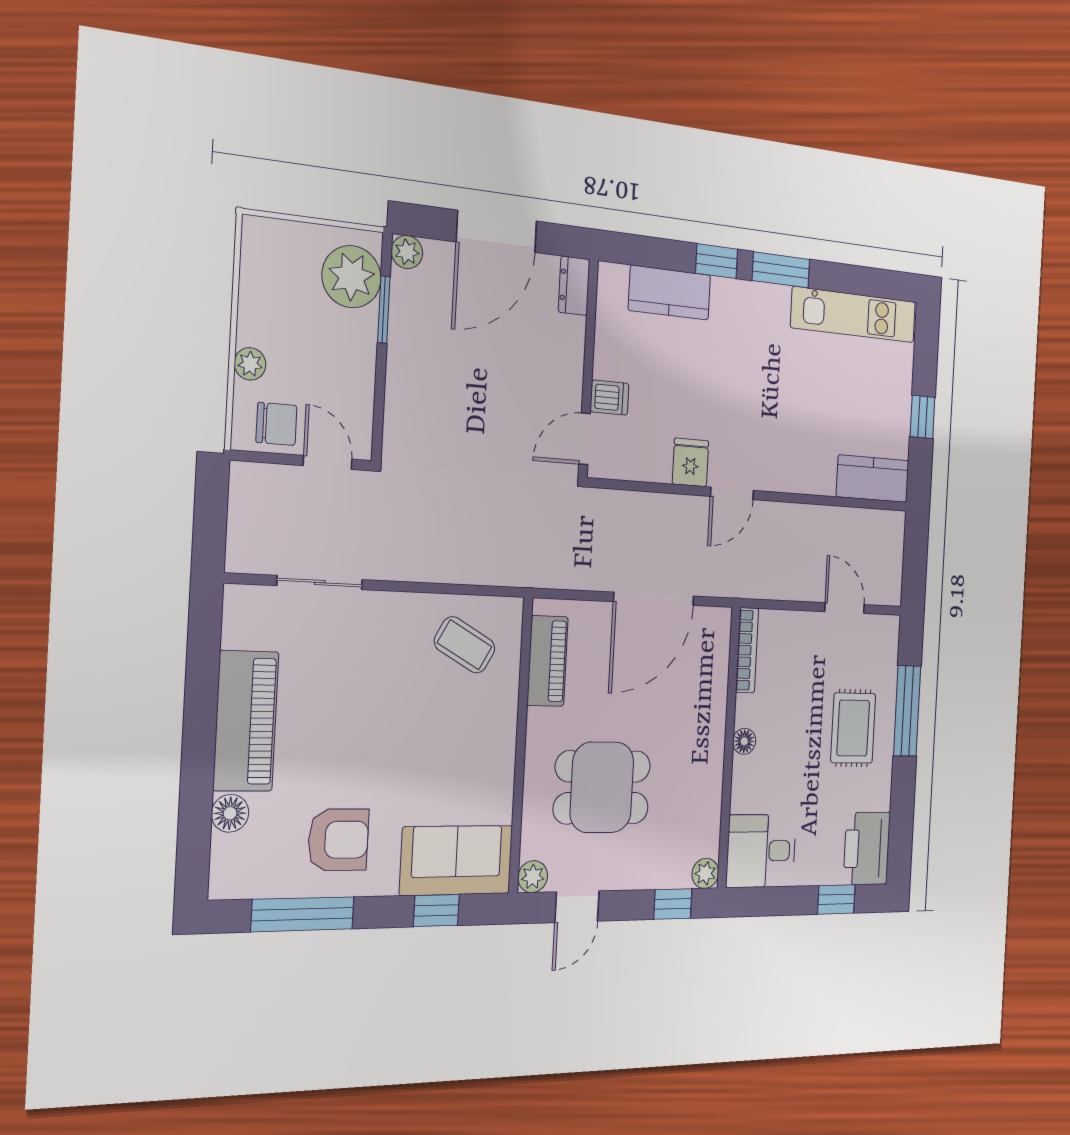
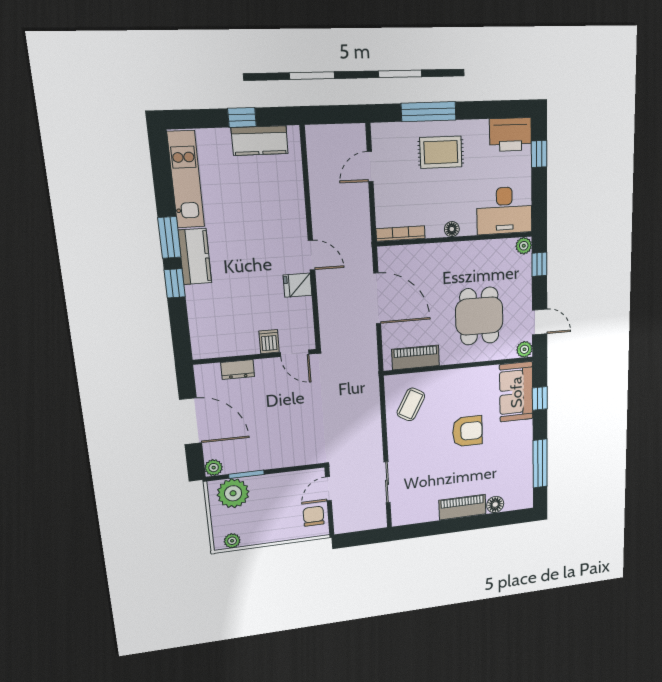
dresser: (574, 286) -> (238, 370), moved
kitchen counter: (670, 293) -> (195, 256), moved
plant: (250, 364) -> (232, 541), moved
kitchen counter: (873, 479) -> (260, 141), moved, turned -90
piano: (246, 721) -> (462, 507), width x0.73, depth x0.75
armchair: (338, 840) -> (467, 431), moved, turned 90
desk: (761, 851) -> (504, 211), width x1.37

